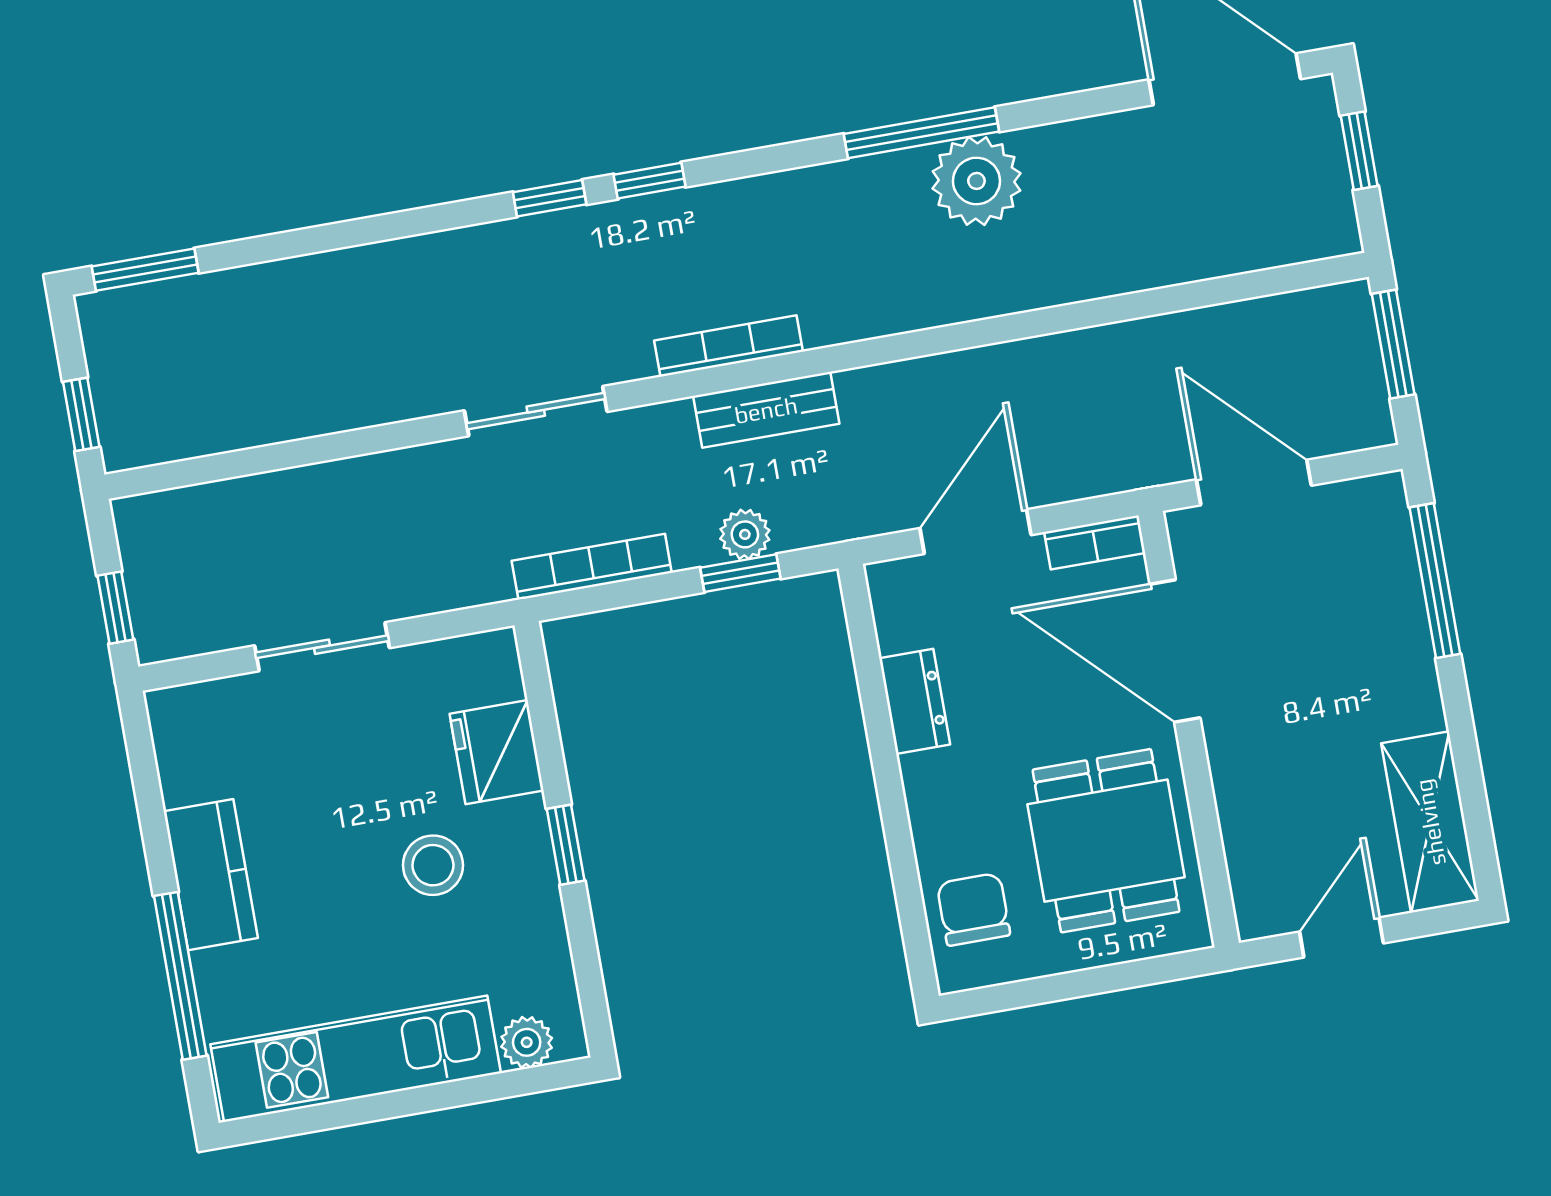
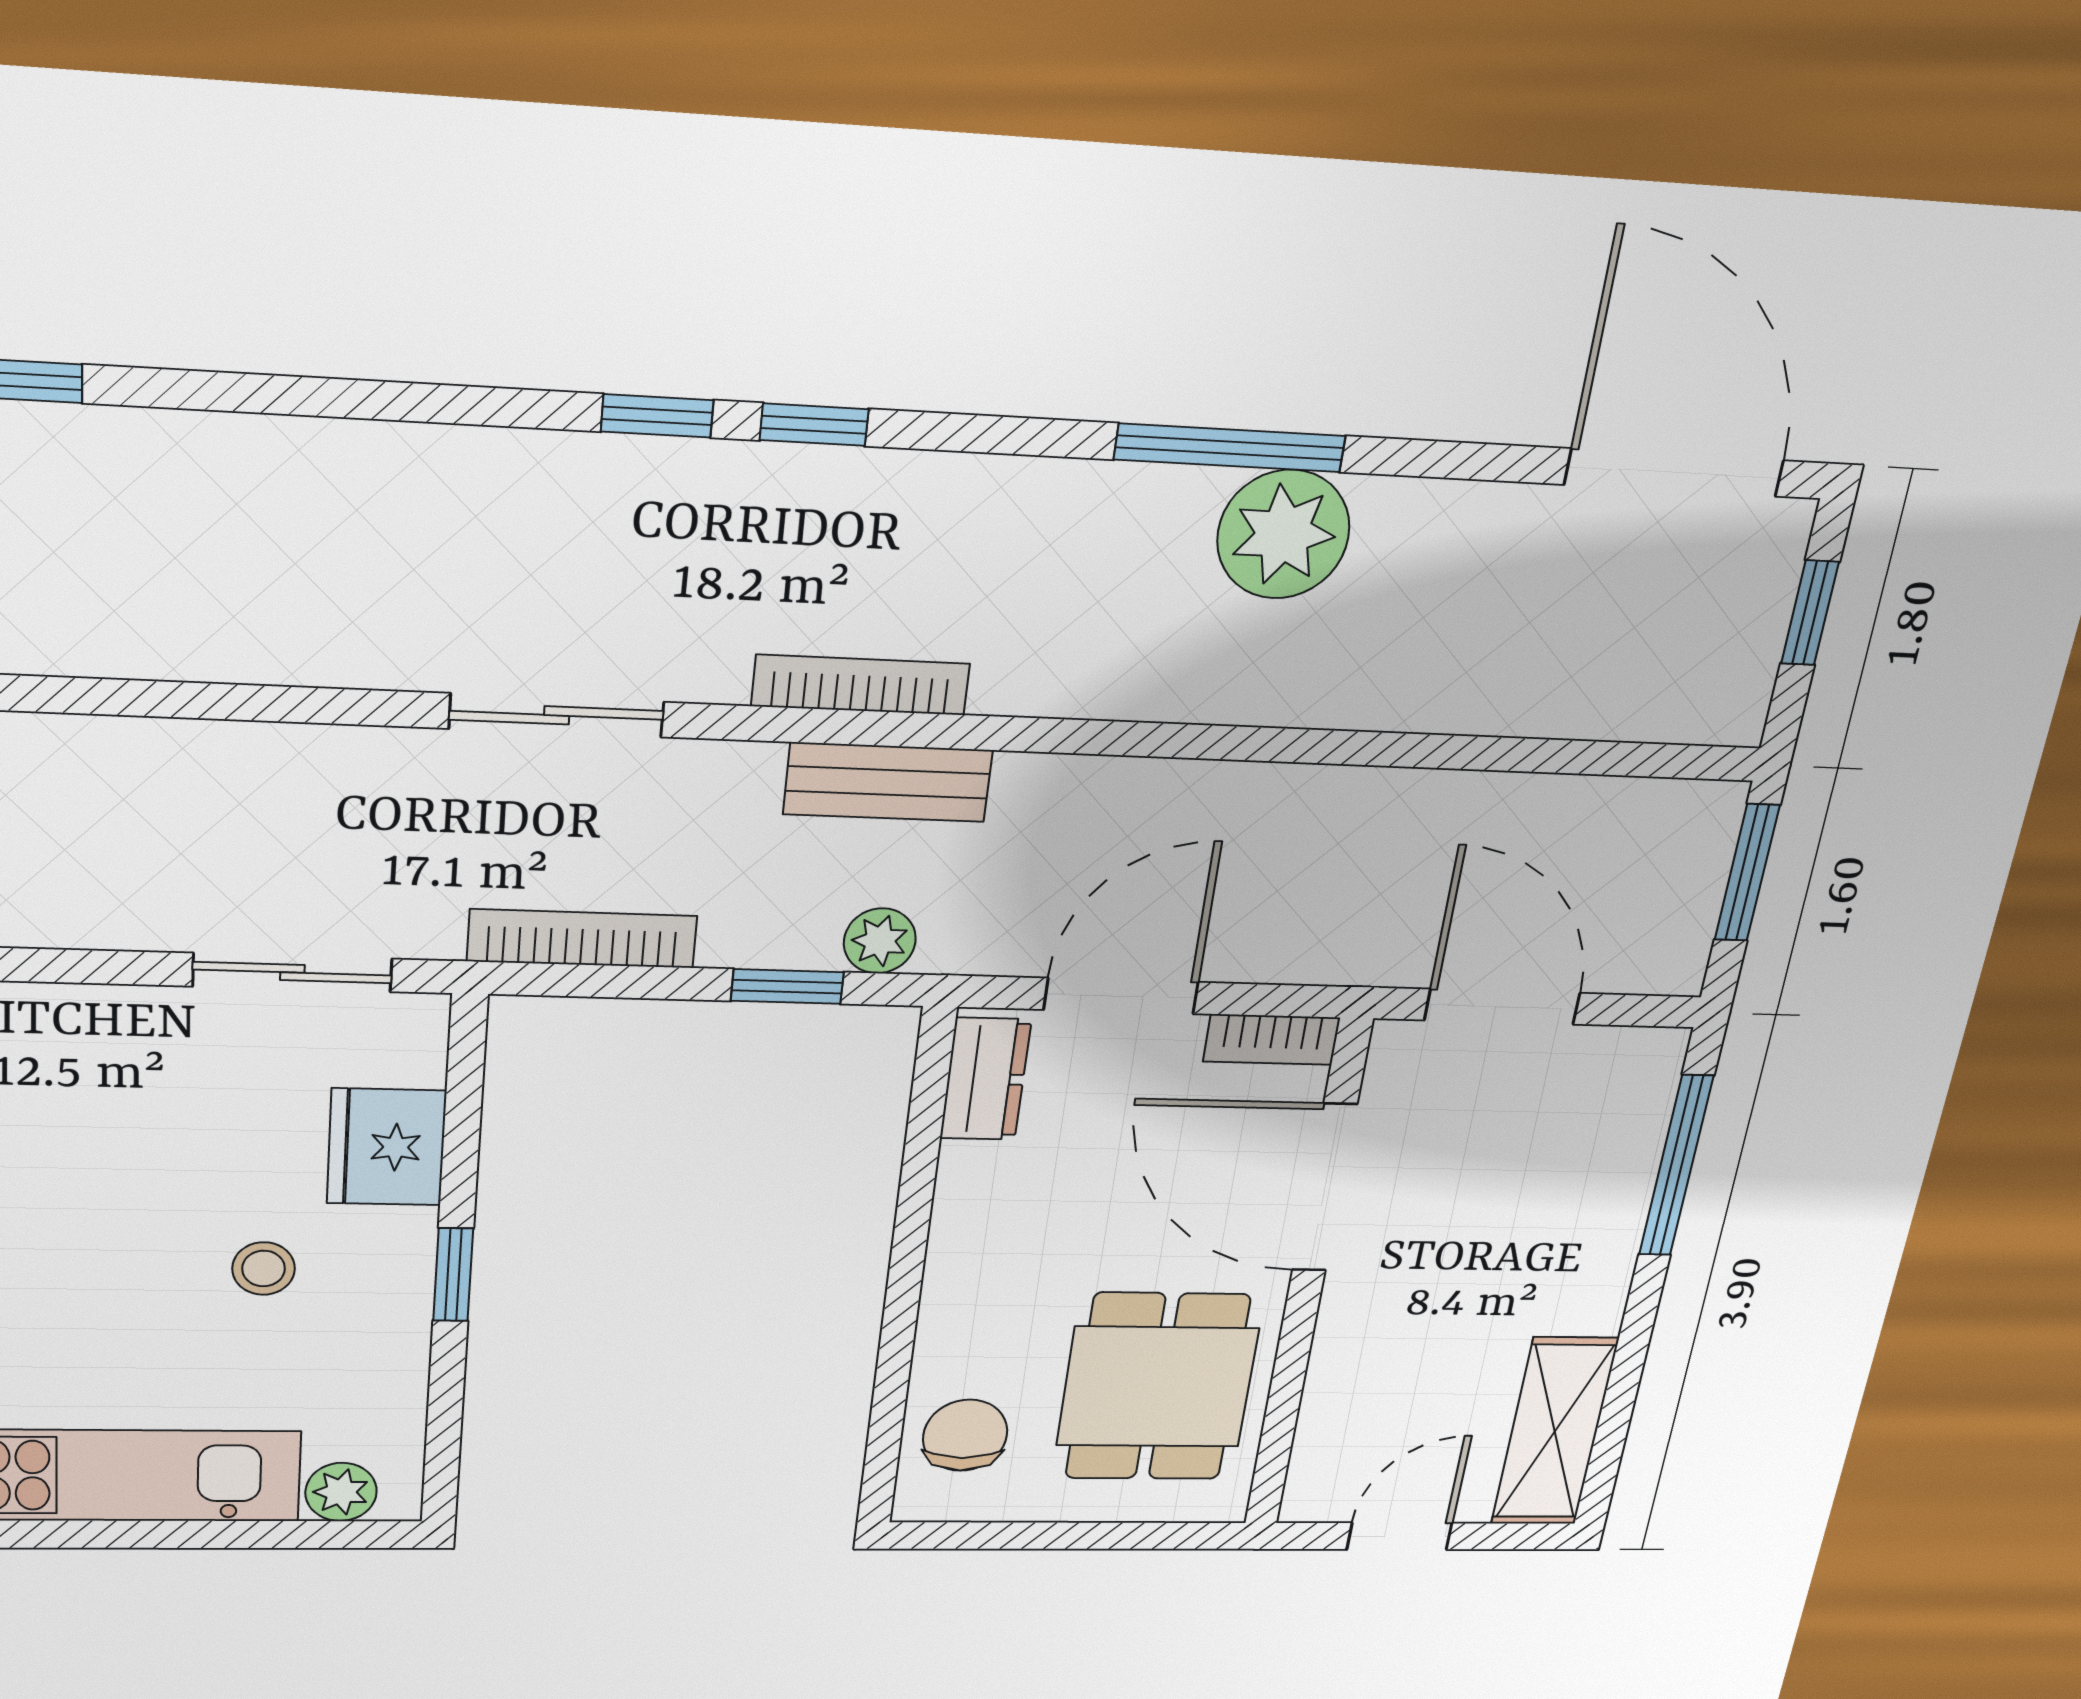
plant: (745, 534) -> (880, 941), moved
sliding door: (322, 647) -> (292, 973), moved
dresser: (915, 701) -> (985, 1079), moved
stool: (433, 865) -> (264, 1268), width x0.73, depth x0.73

